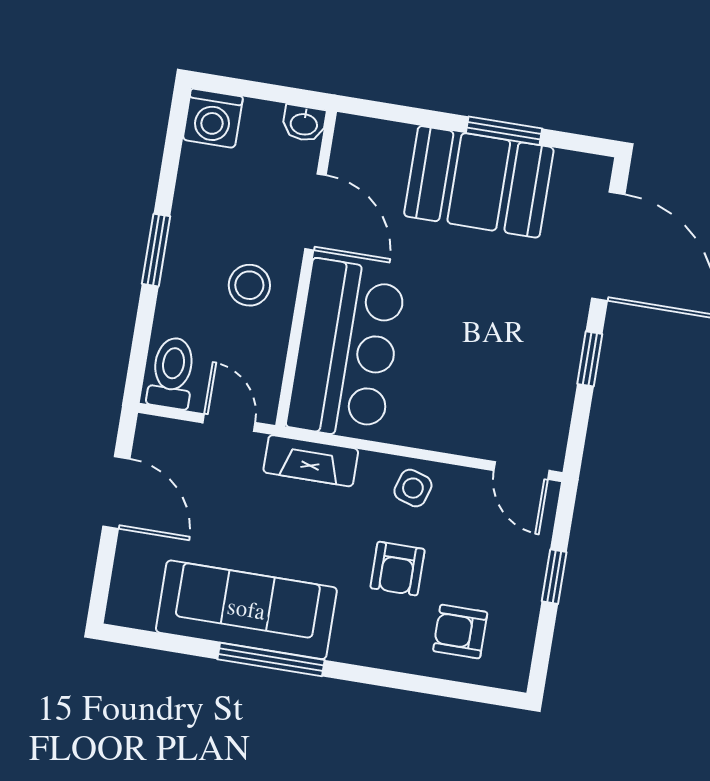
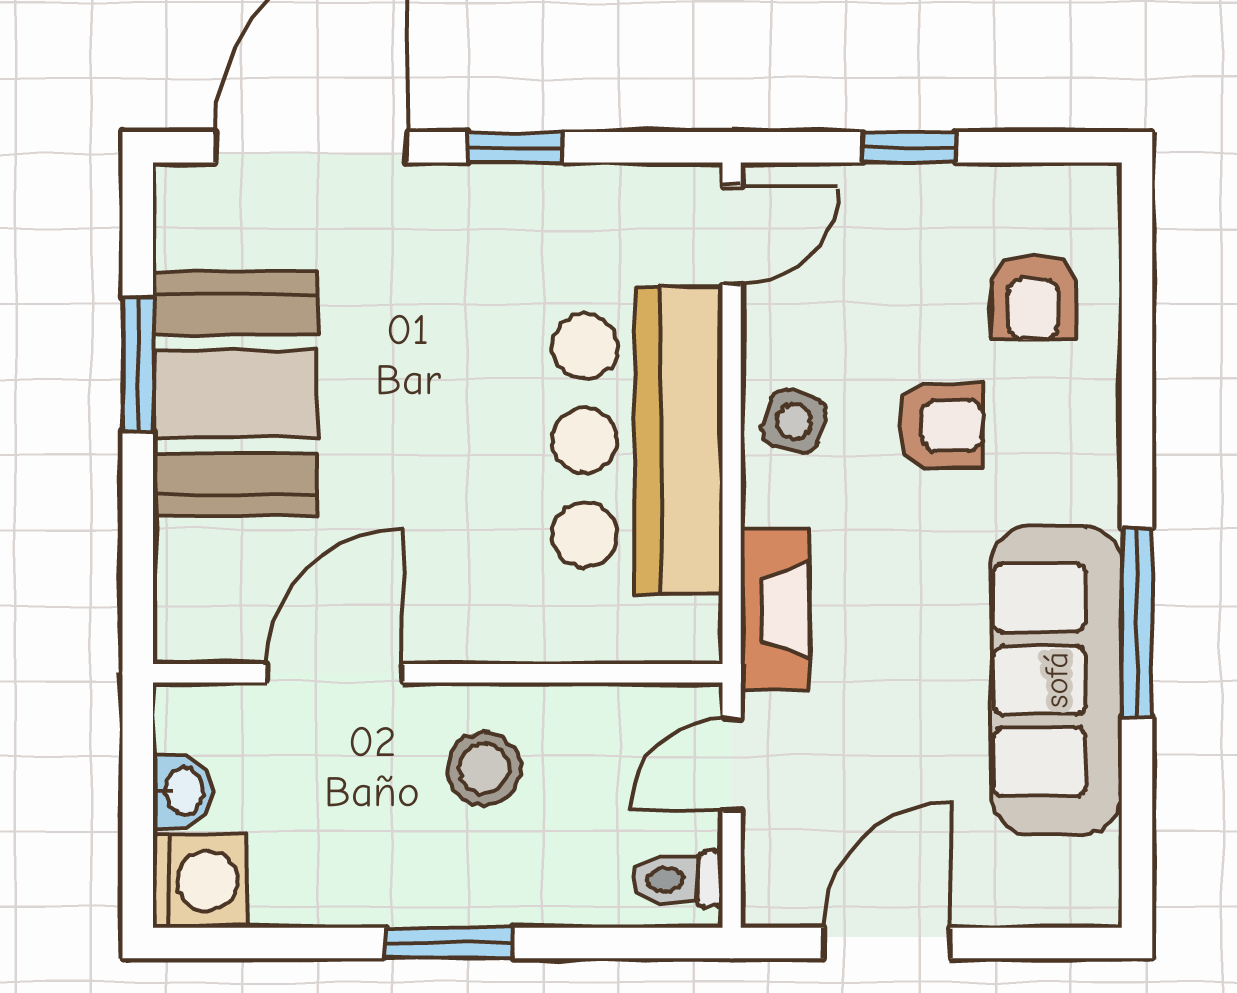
washbasin: (304, 123) -> (183, 791), moved
bar counter: (346, 350) -> (637, 440), moved, turned -90
toilet: (172, 373) -> (678, 880), width x0.73, depth x0.72

